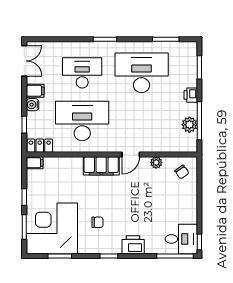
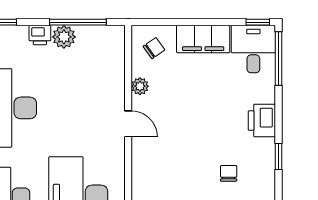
plant: (189, 125) -> (64, 37), moved
filing cabinet: (101, 166) -> (203, 39), moved, turned 90

